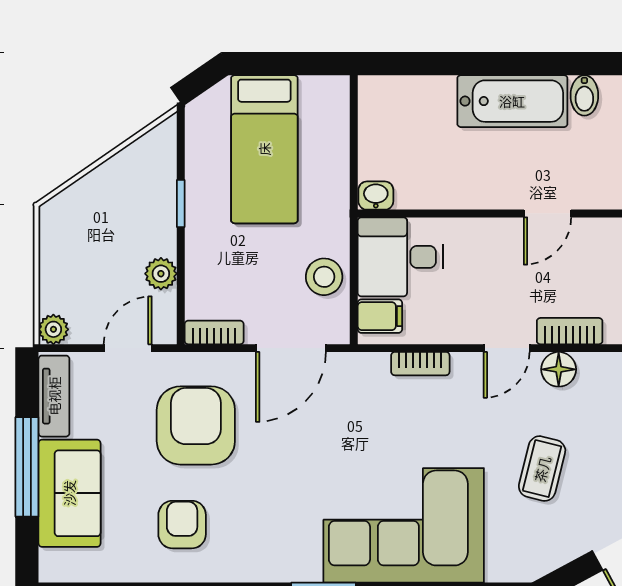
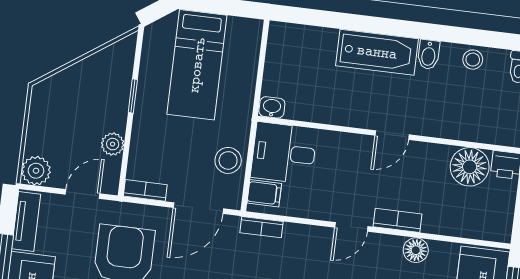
plant: (53, 329) -> (36, 171), width x1.38, depth x1.38
bookcase: (420, 364) -> (262, 227), moved
floor lamp: (559, 369) -> (416, 250), moved

